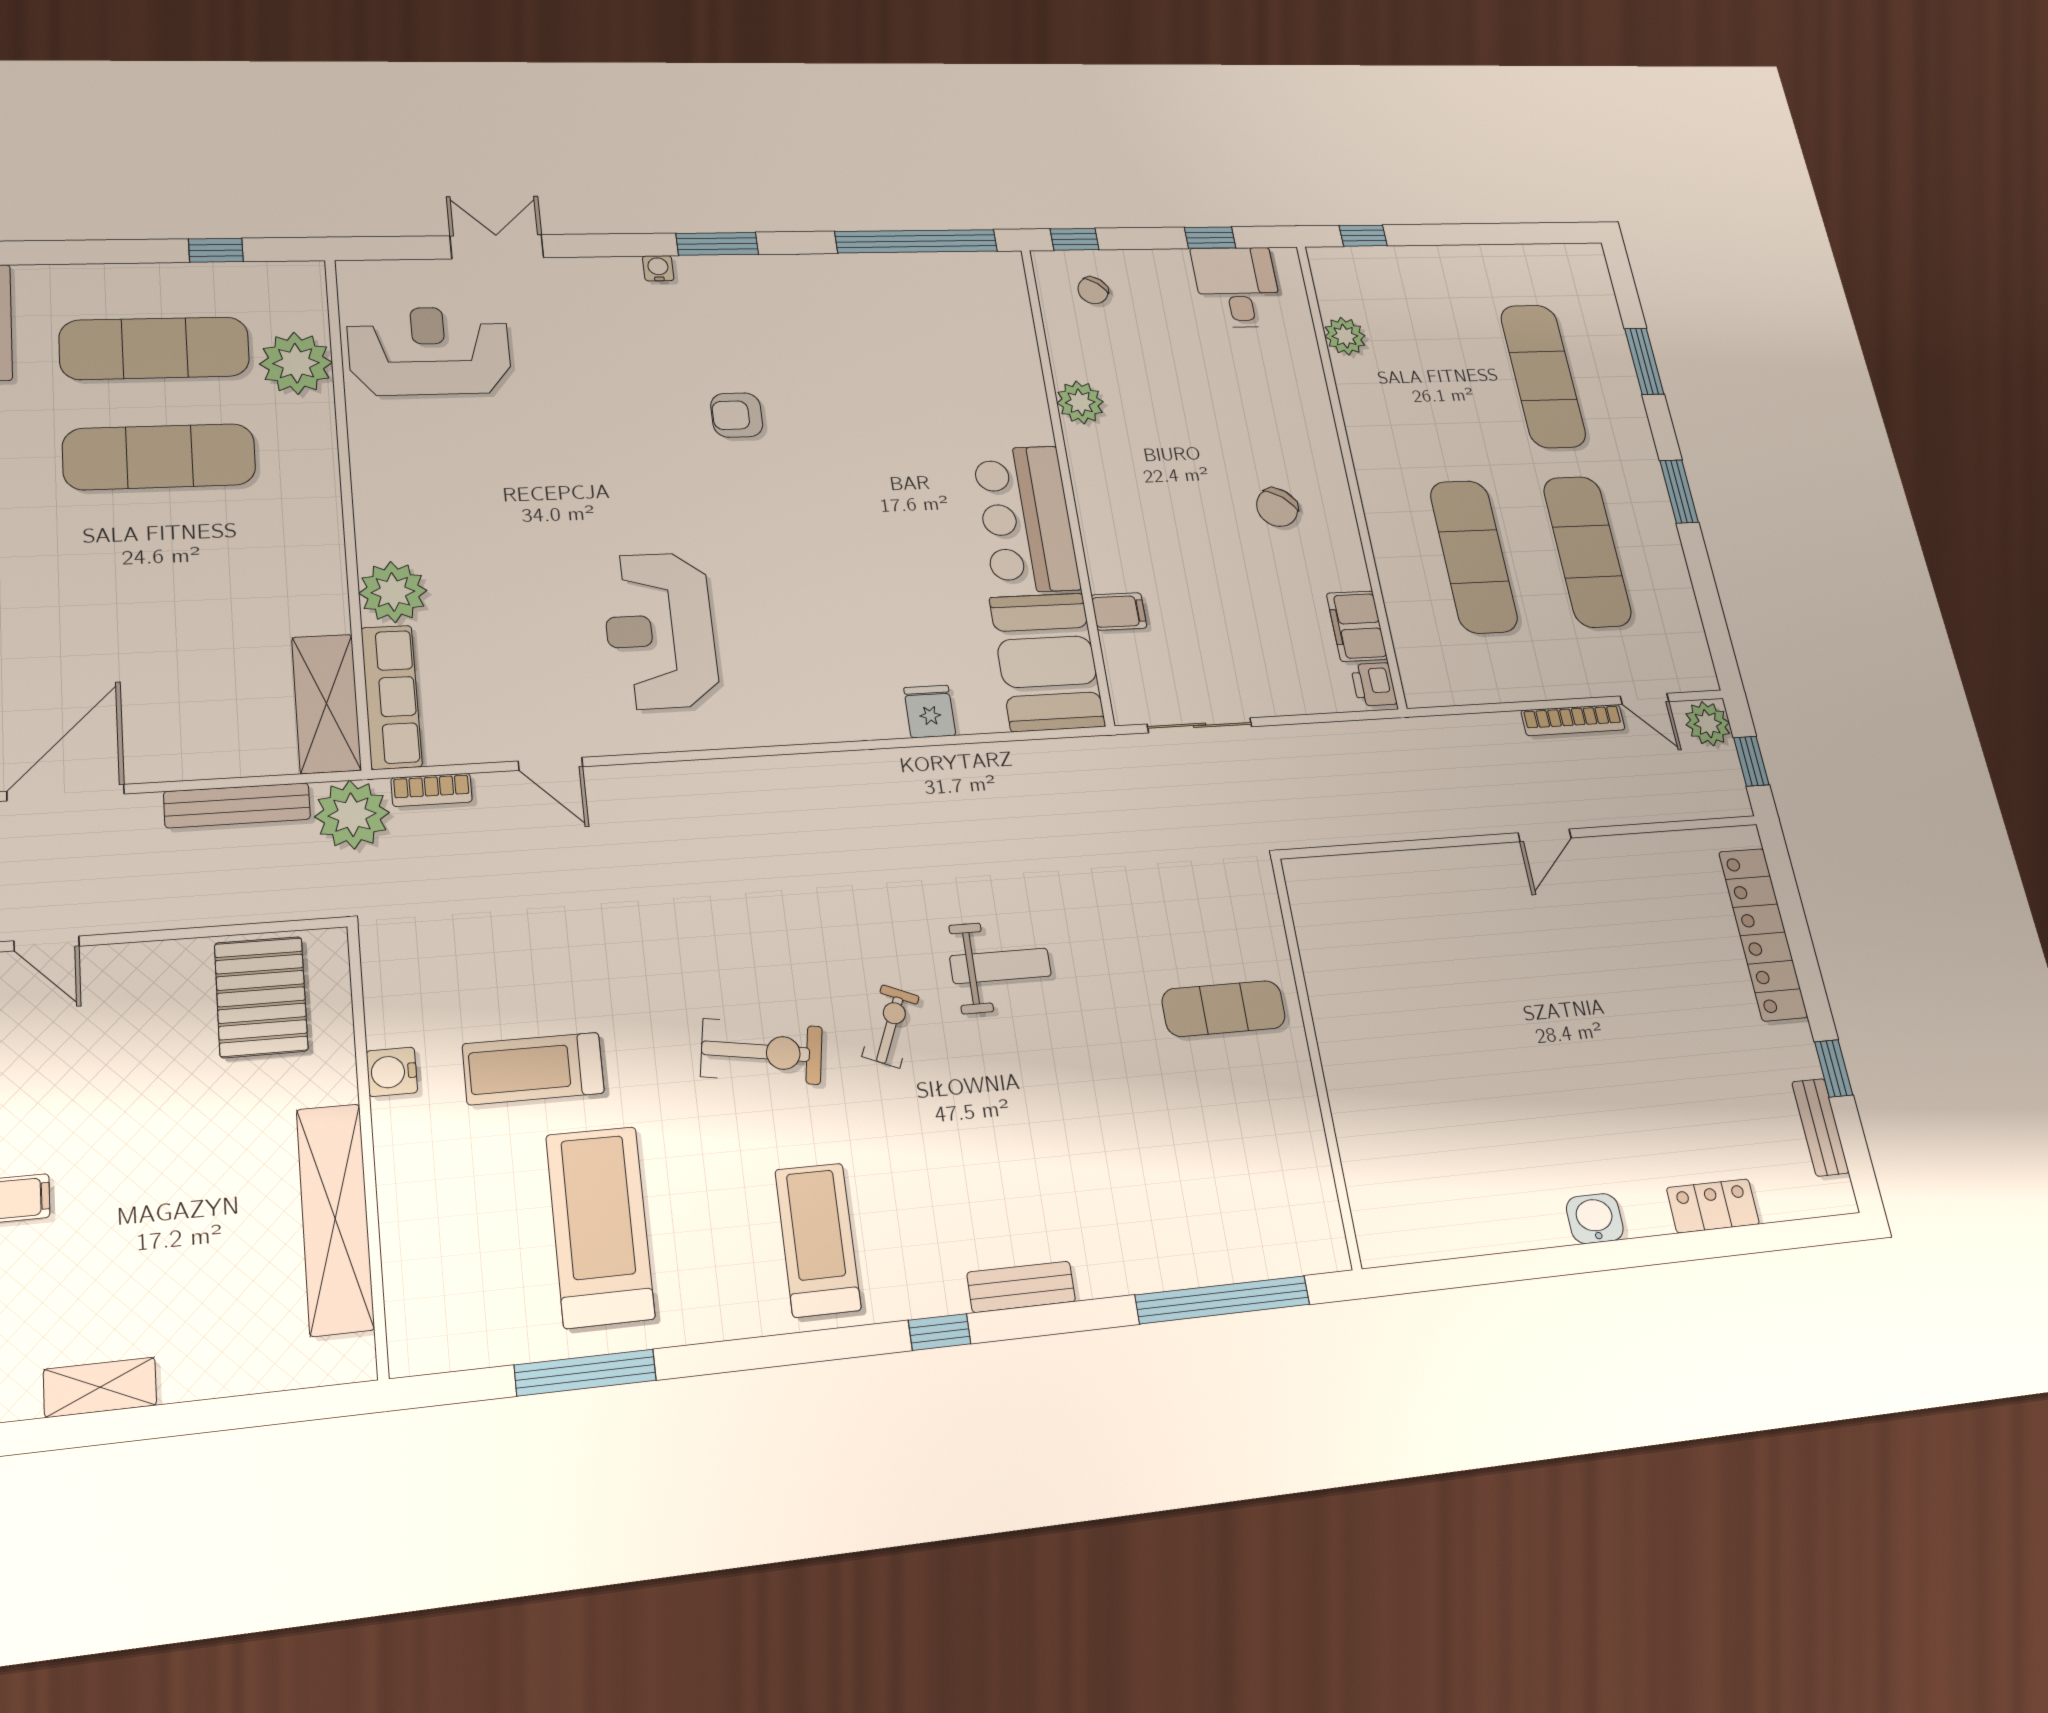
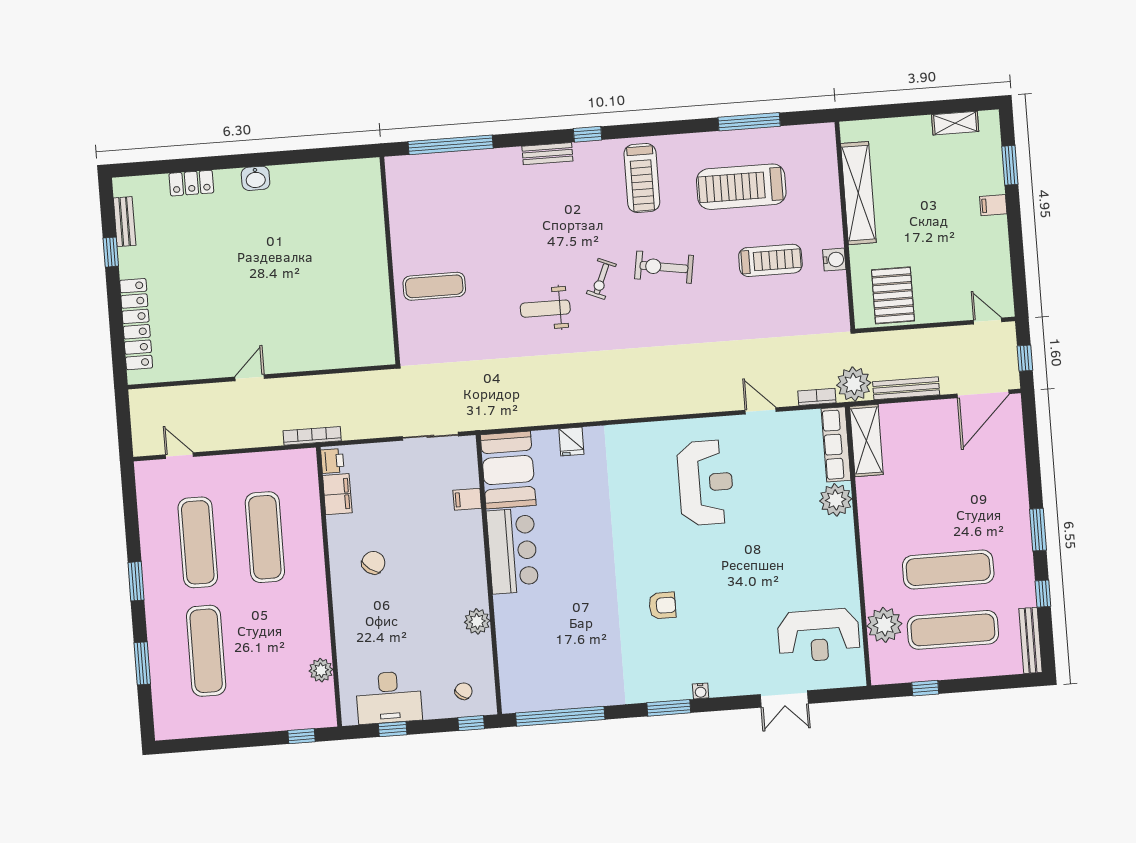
desk: (1237, 287) -> (389, 697), width x1.37
bookcase: (1573, 720) -> (312, 436), moved
plant: (1708, 724) -> (145, 442), removed
window: (1751, 761) -> (124, 421), removed
treadmill: (600, 1226) -> (741, 187), turned 90

